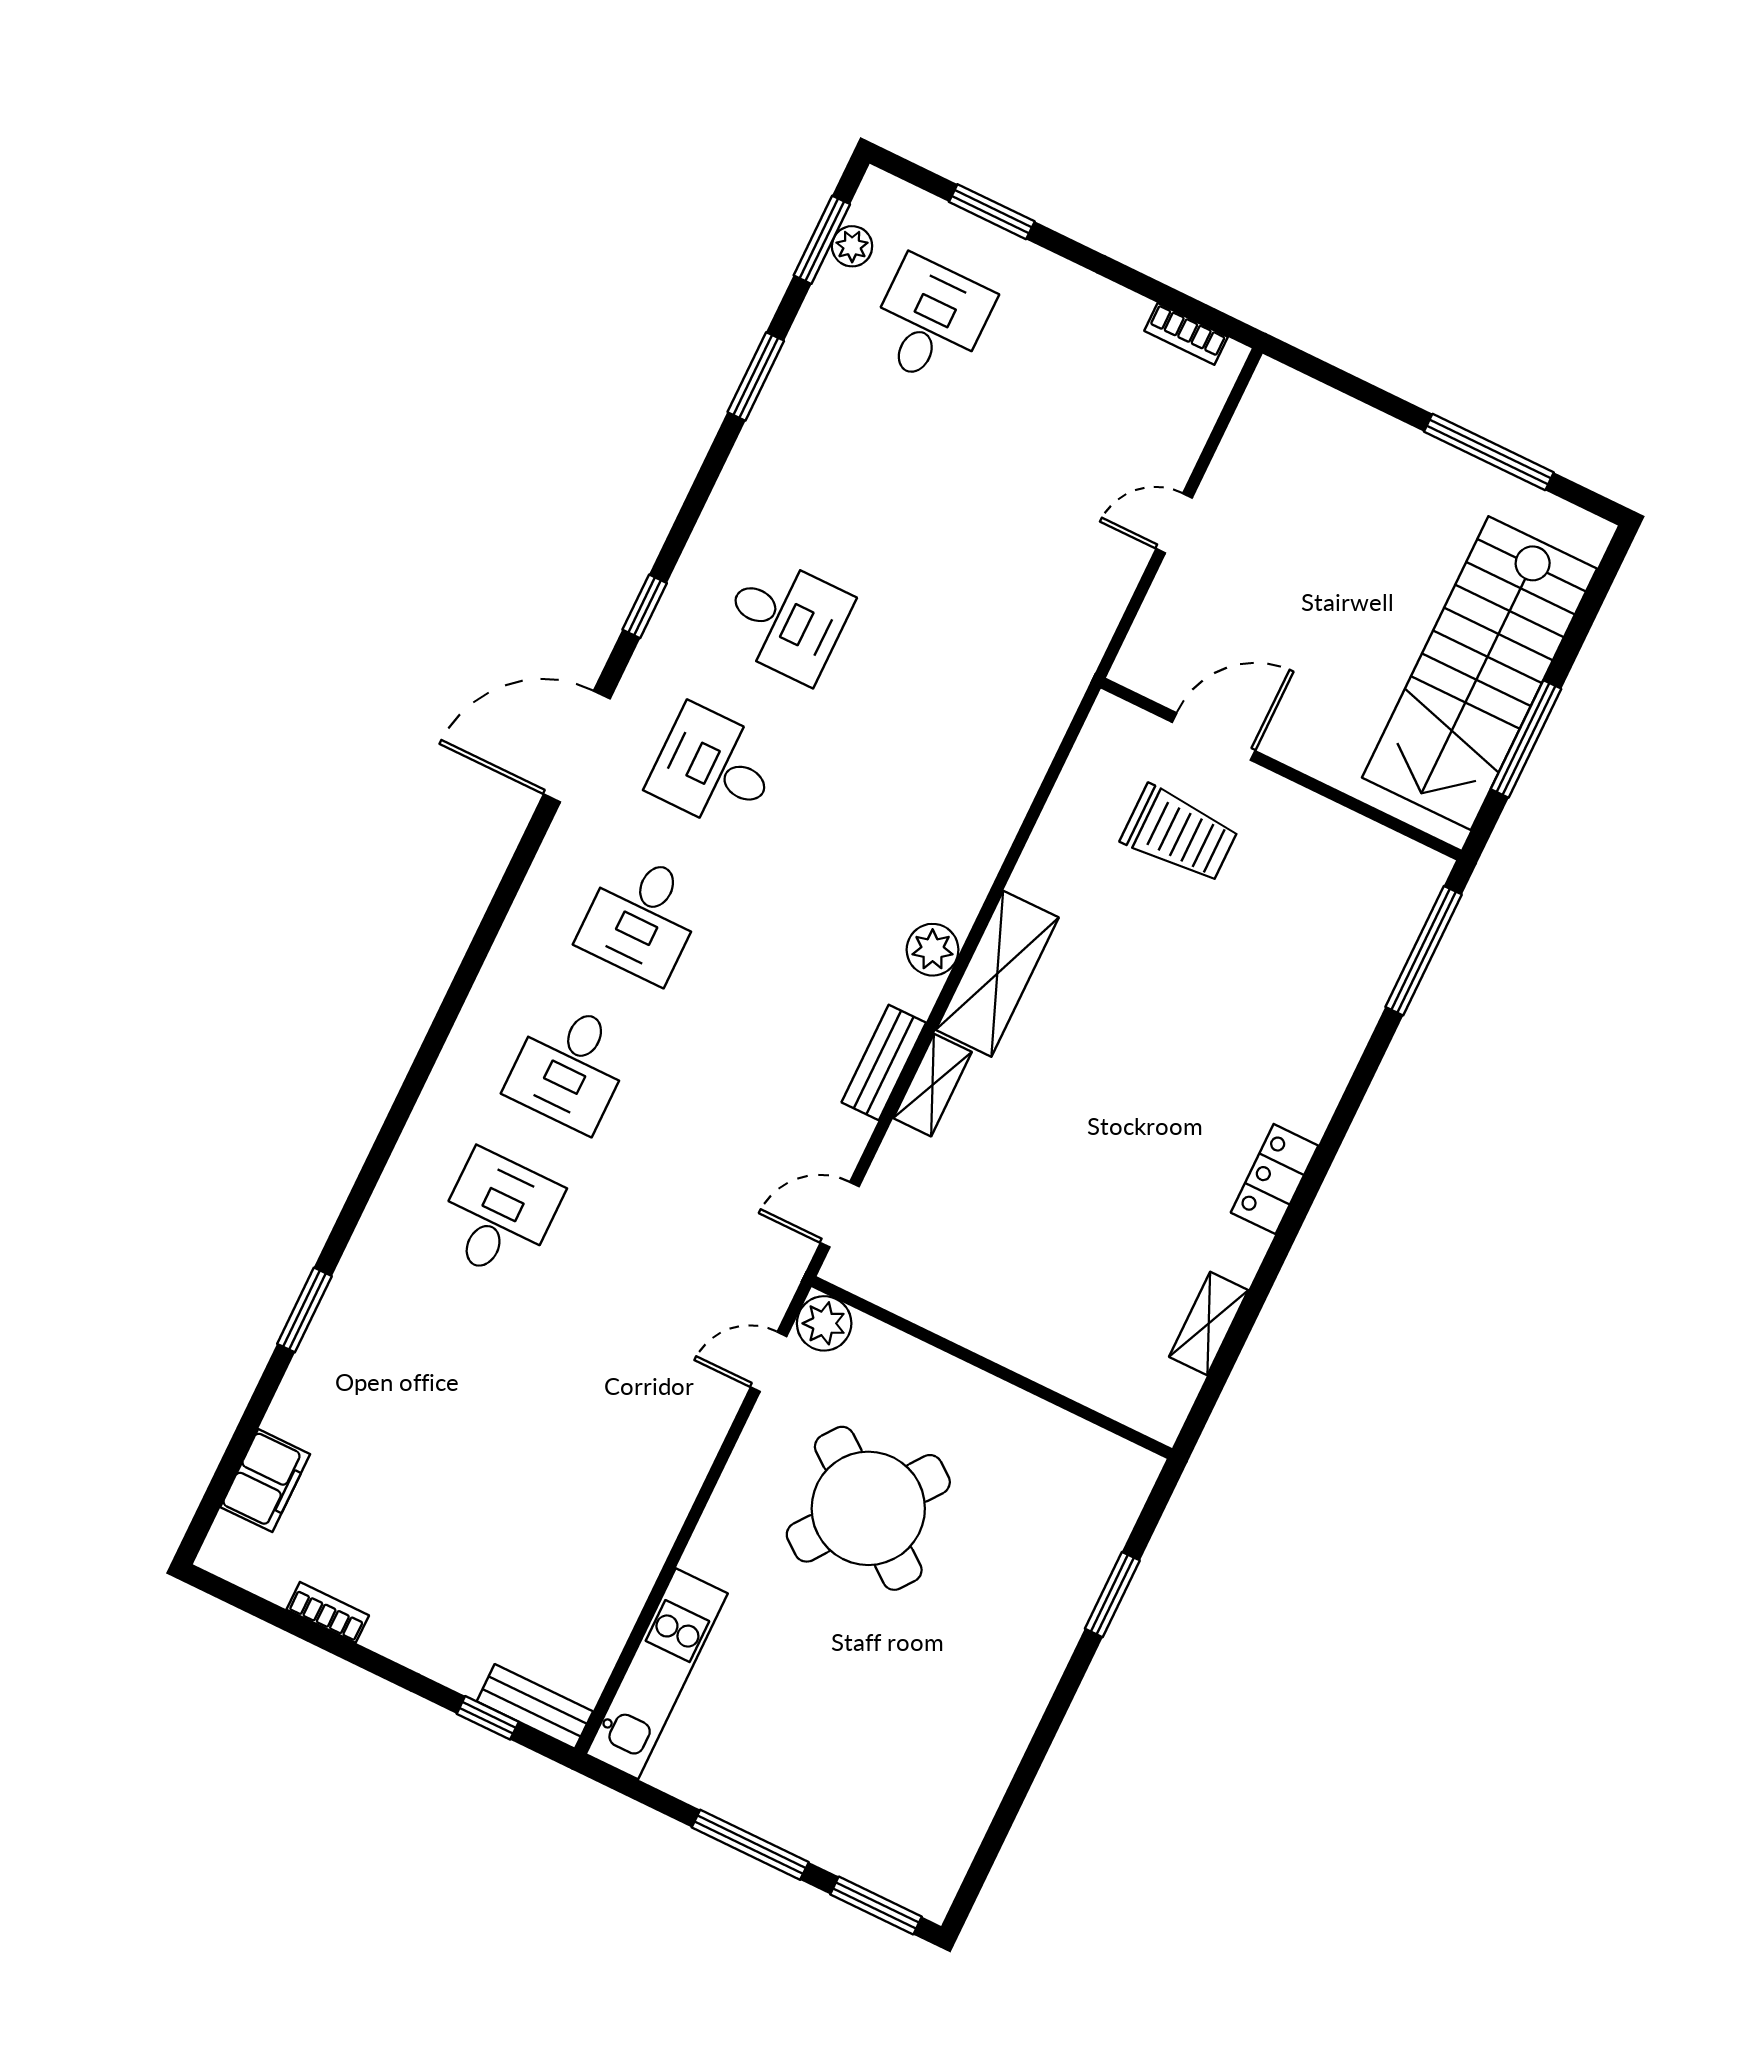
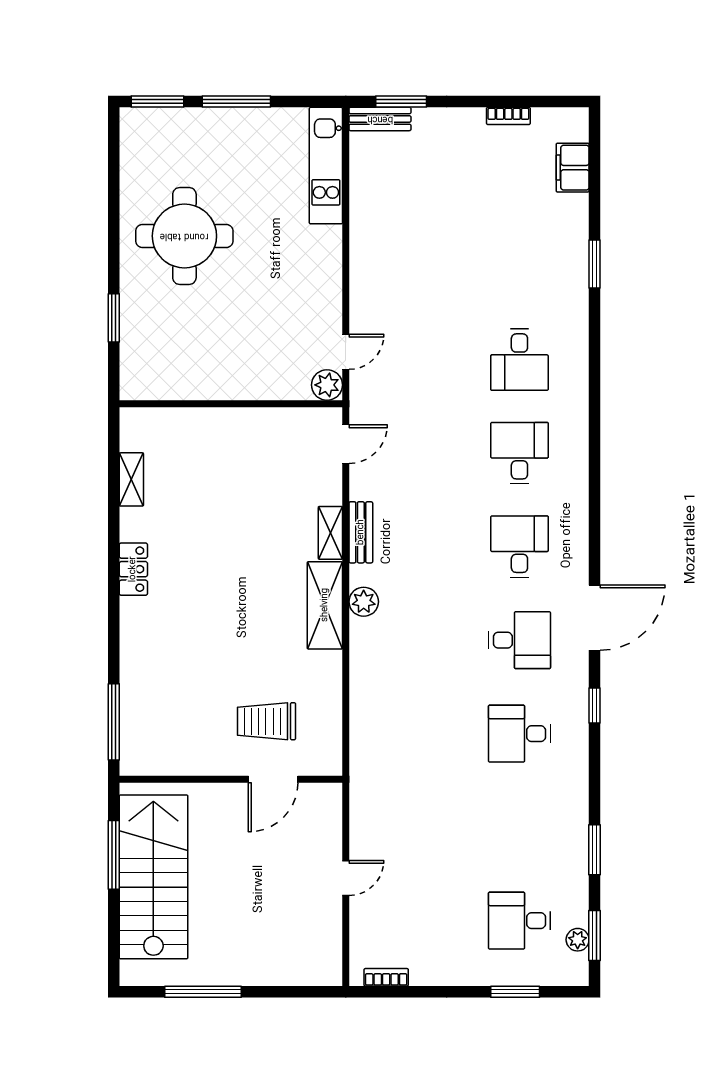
desk: (930, 321) -> (519, 921), turned 90
round table: (868, 1508) -> (184, 236), moved, turned -37
window: (488, 1718) -> (401, 102), width x1.50

